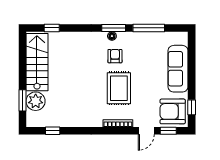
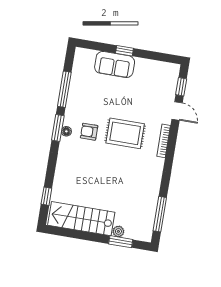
sofa: (178, 69) -> (115, 65), width x0.73
plant: (36, 101) -> (118, 231), width x0.53, depth x0.53
window: (192, 107) -> (124, 51), moved
armchair: (173, 111) -> (161, 78), removed
window: (53, 131) -> (160, 214), width x2.17

